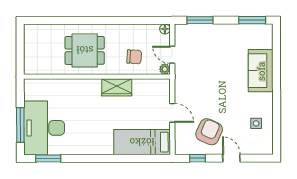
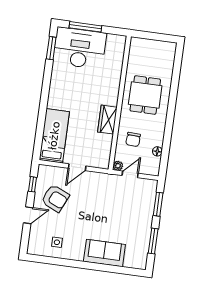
window: (252, 20) -> (153, 241), moved
floor lamp: (165, 29) -> (157, 151), moved

